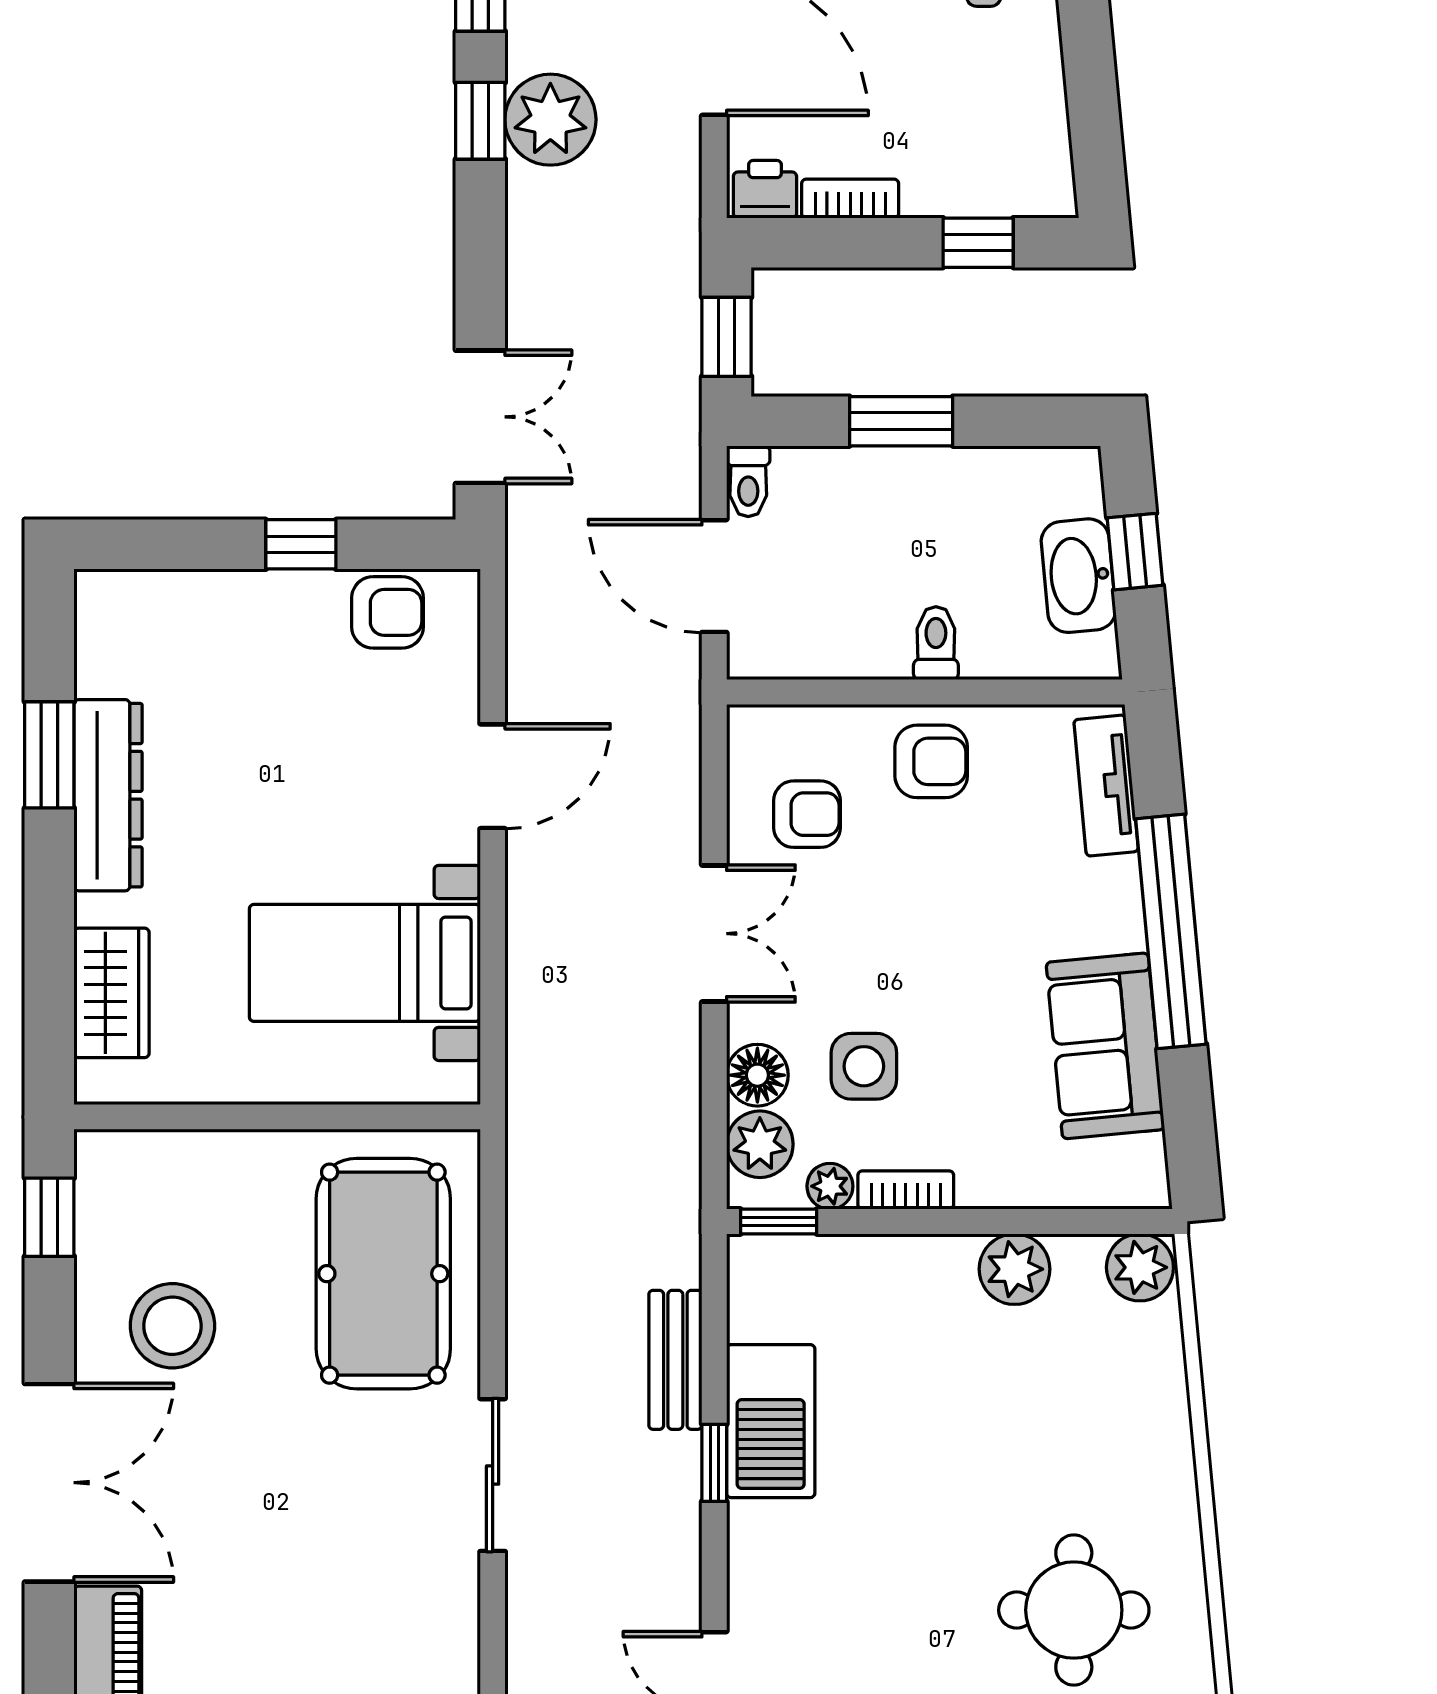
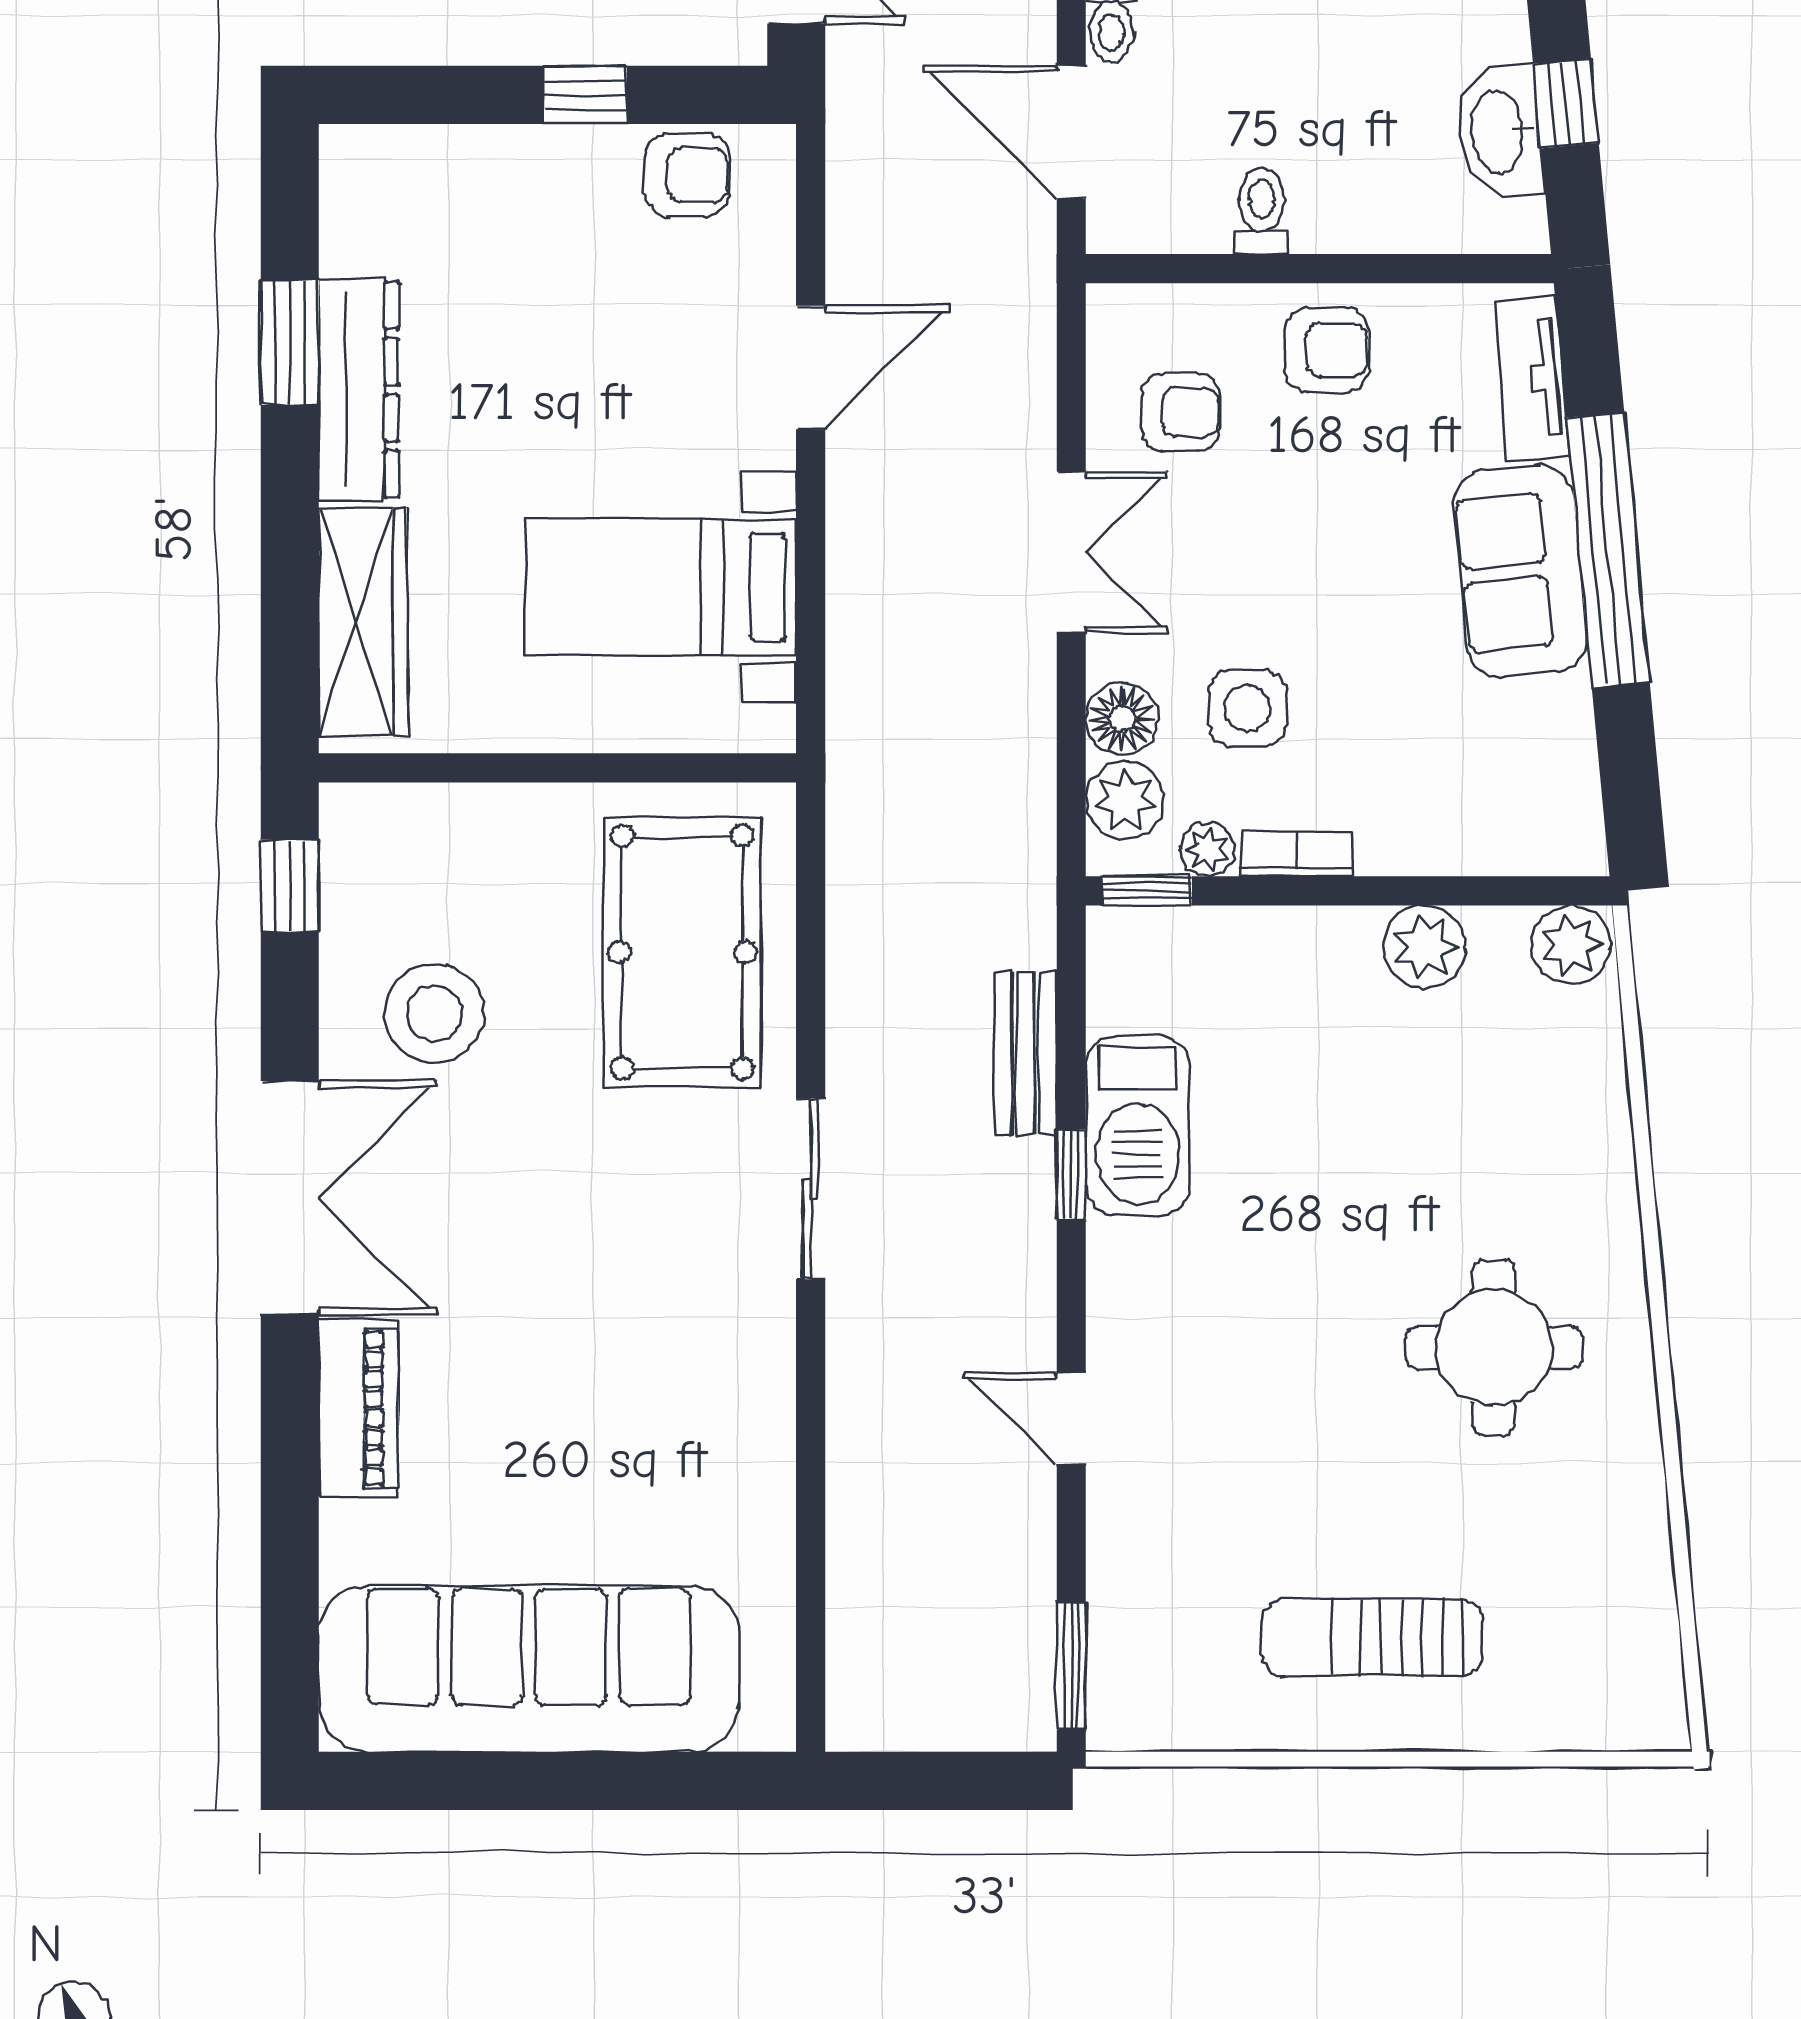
toilet: (936, 643) -> (1262, 211), moved
wardrobe: (112, 993) -> (363, 622), width x1.50
sofa: (1105, 1046) -> (1520, 571), moved

